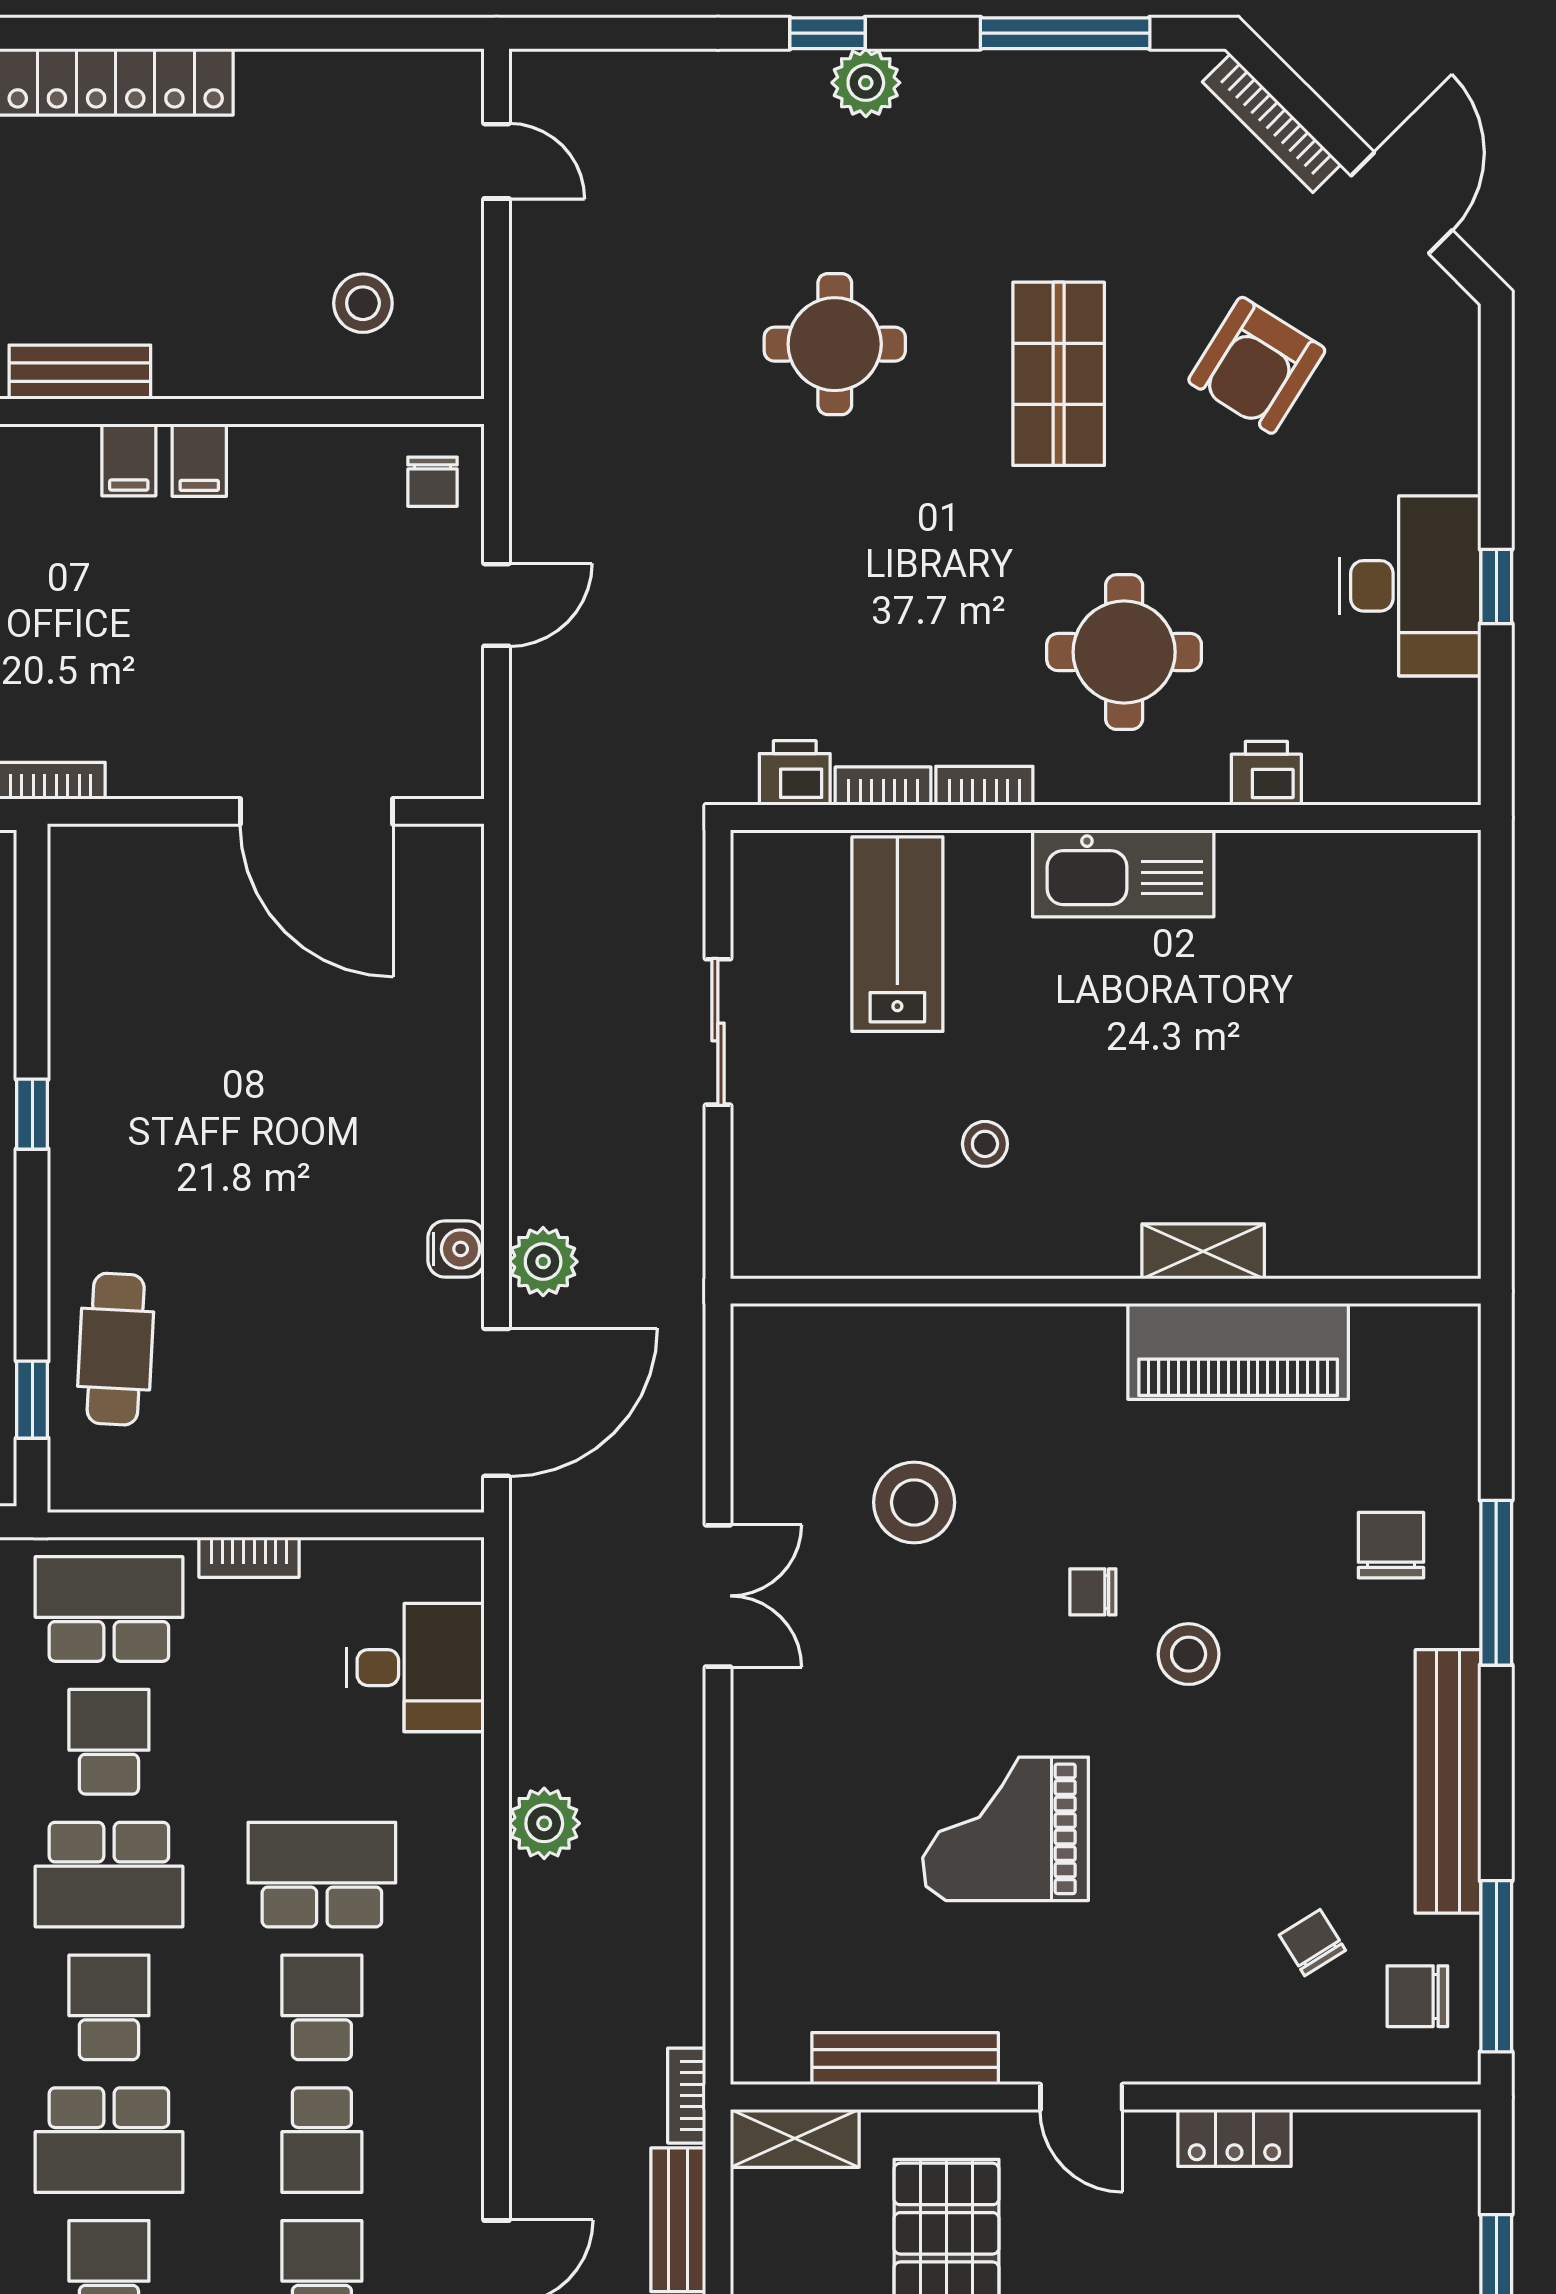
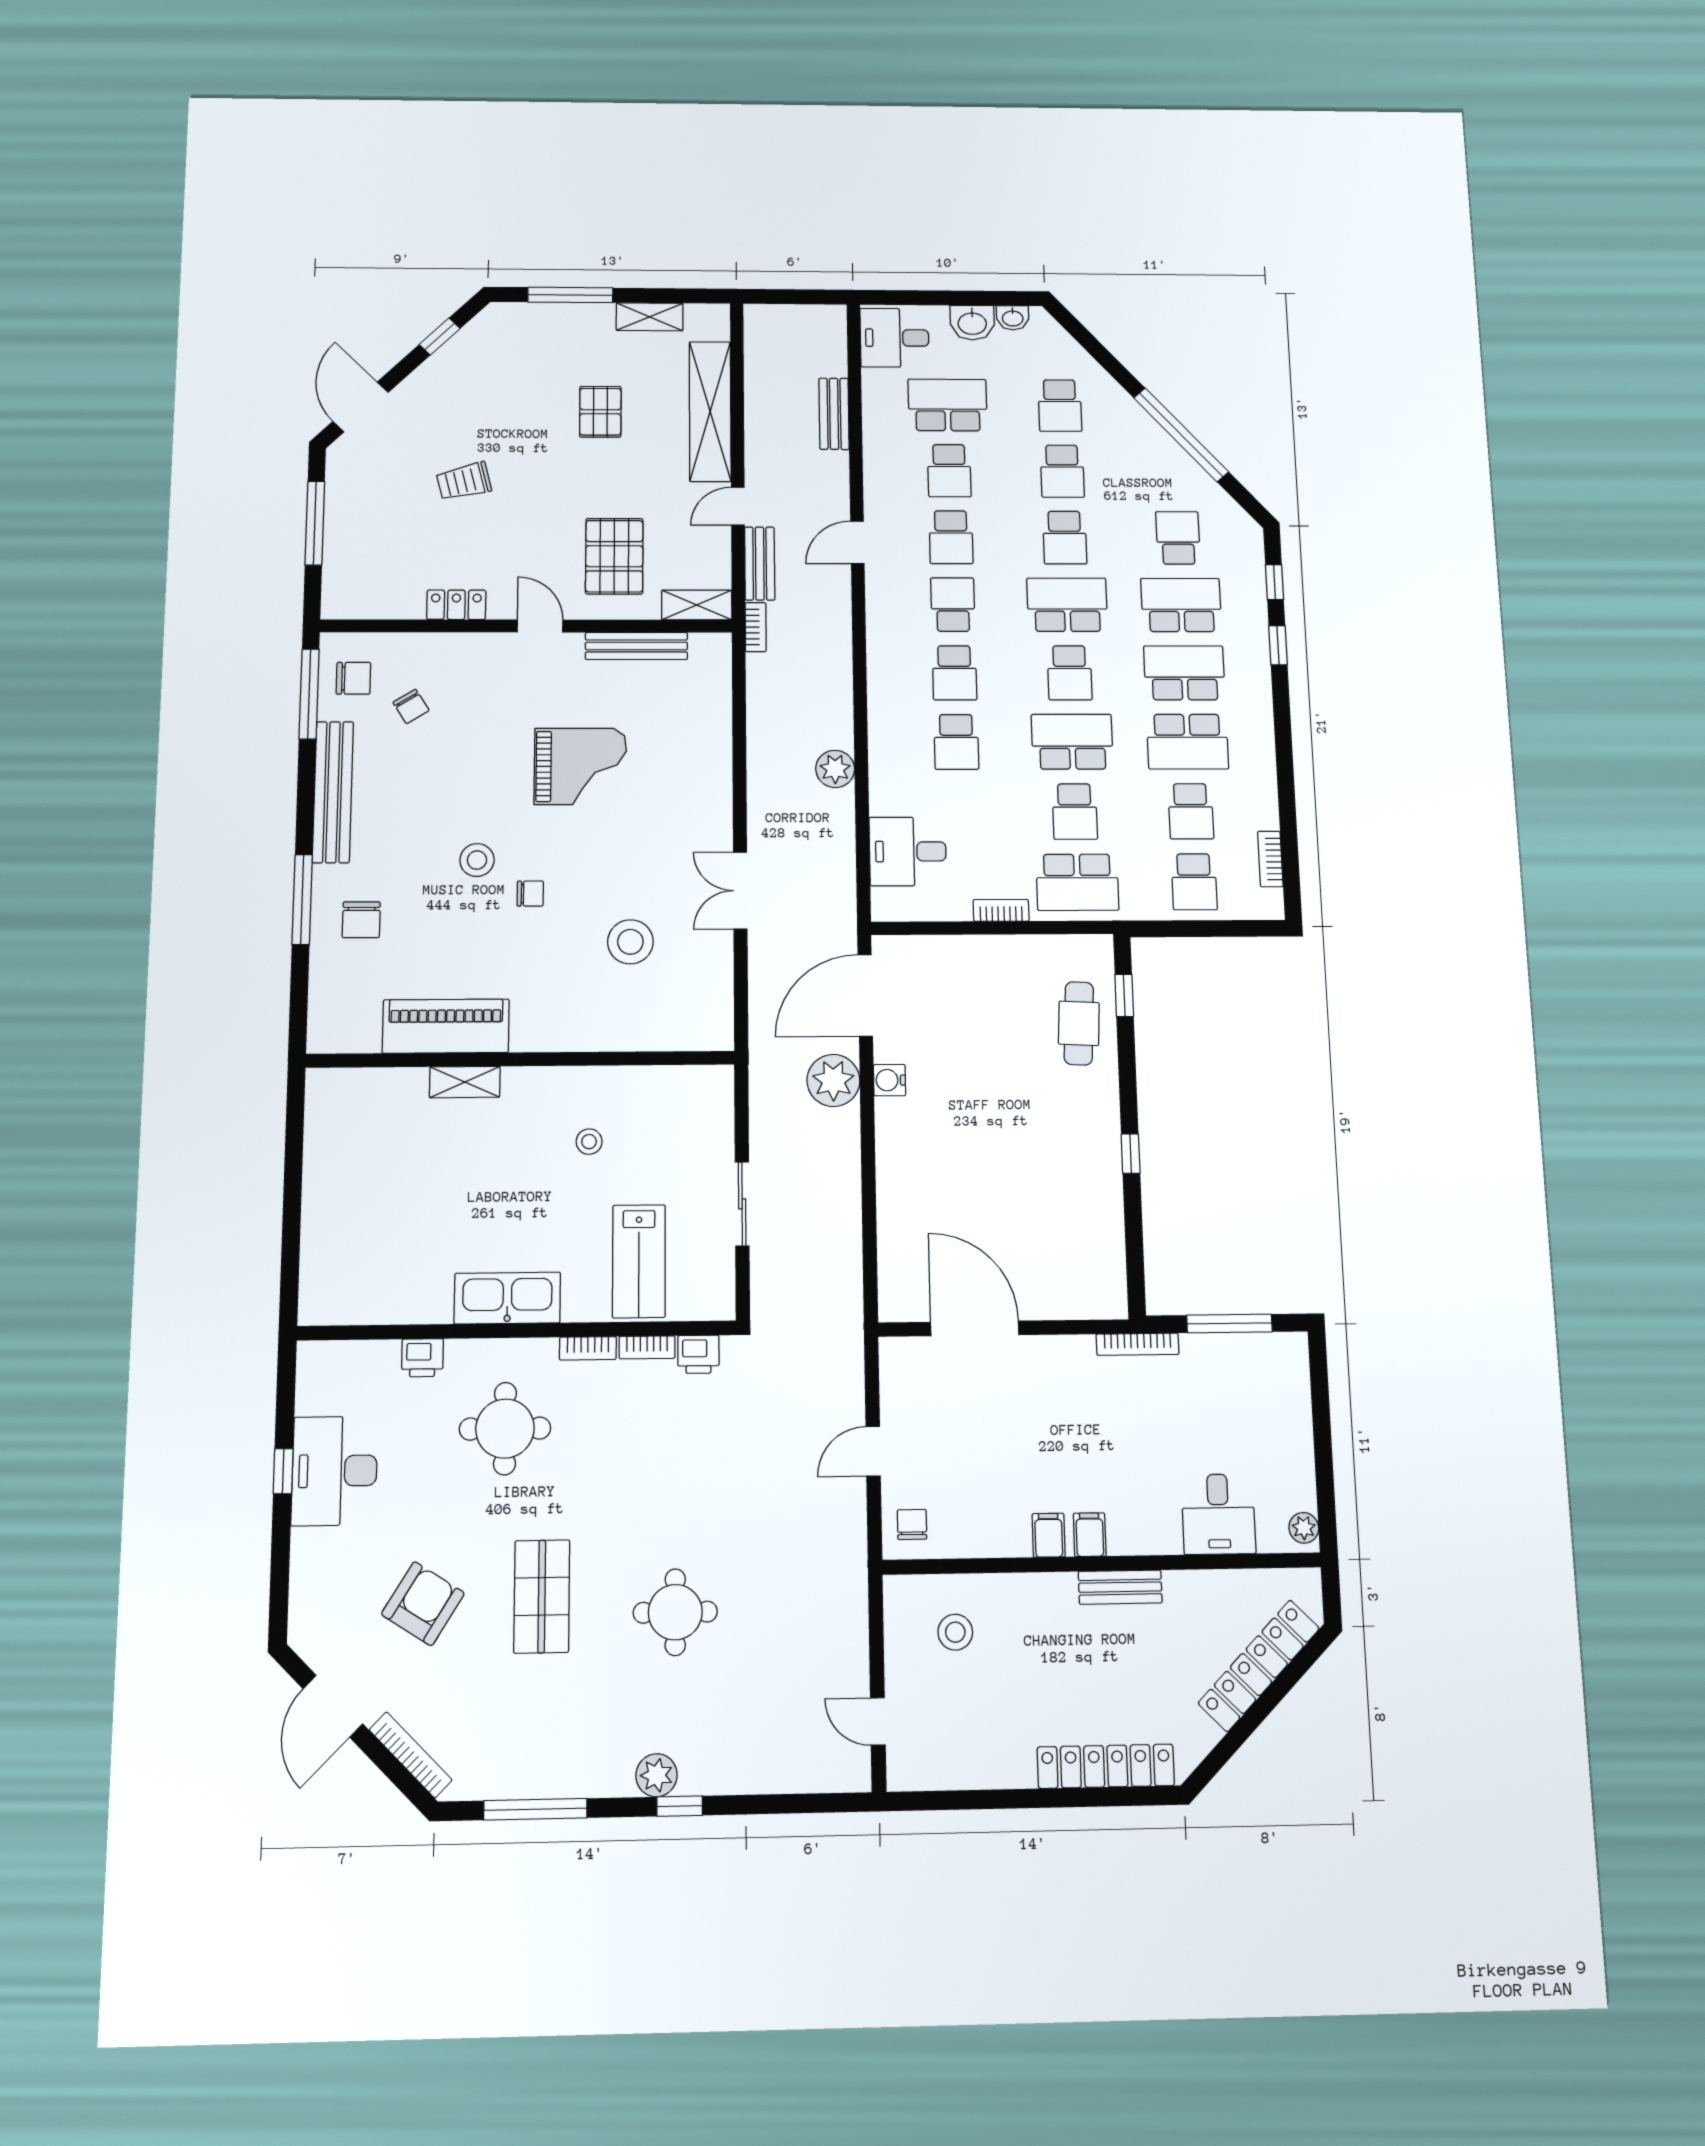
plant: (543, 1262) -> (833, 1080), width x1.36, depth x1.36
school desk: (322, 1875) -> (956, 742), width x0.54

